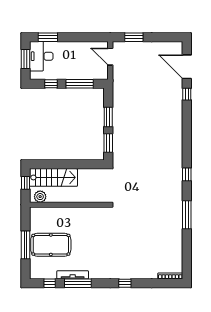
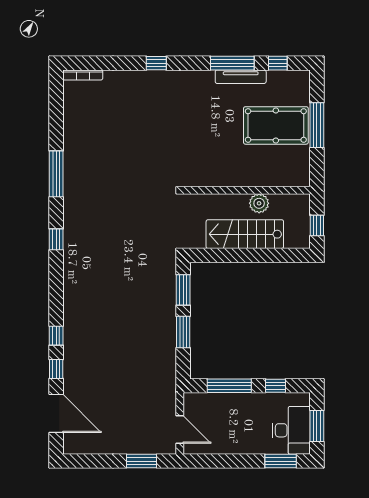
window: (187, 115) -> (56, 336), added
stairs: (53, 177) -> (245, 234), moved
plant: (40, 197) -> (259, 203), moved

